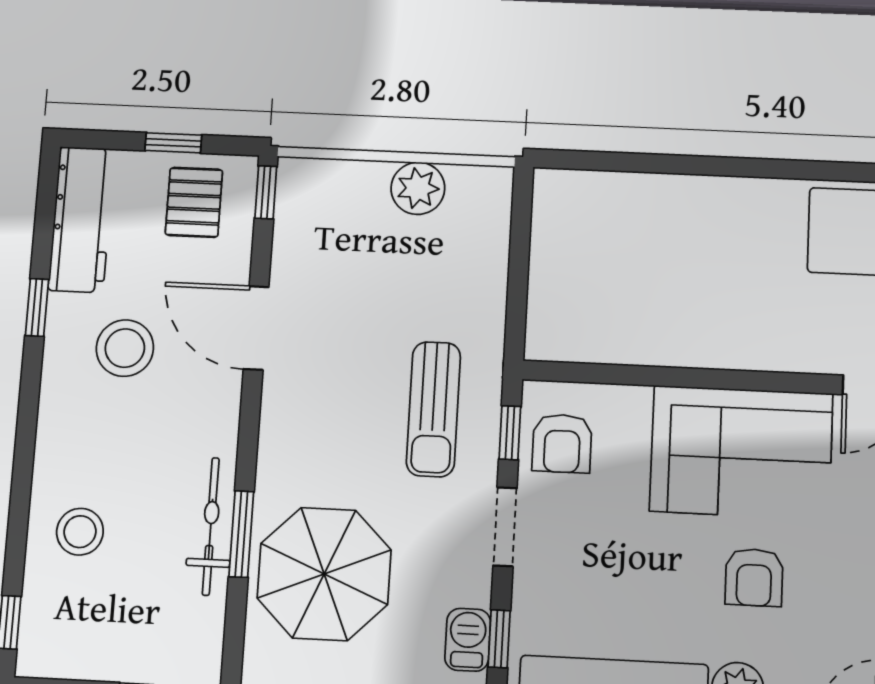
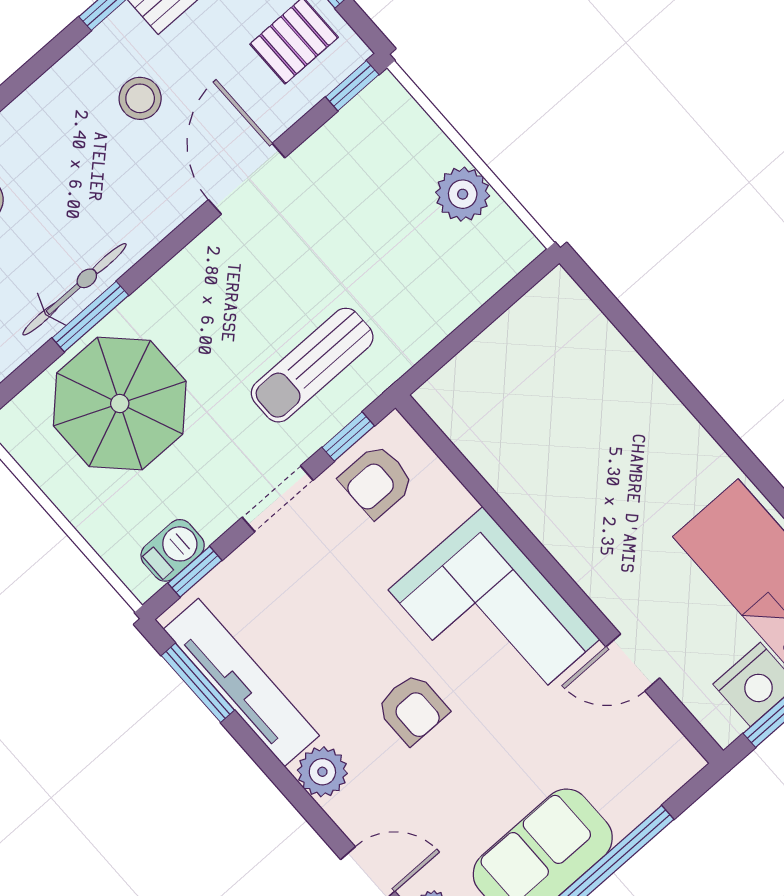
stool: (125, 348) -> (140, 98), width x0.73, depth x0.73
armchair: (754, 577) -> (412, 709), turned -90

